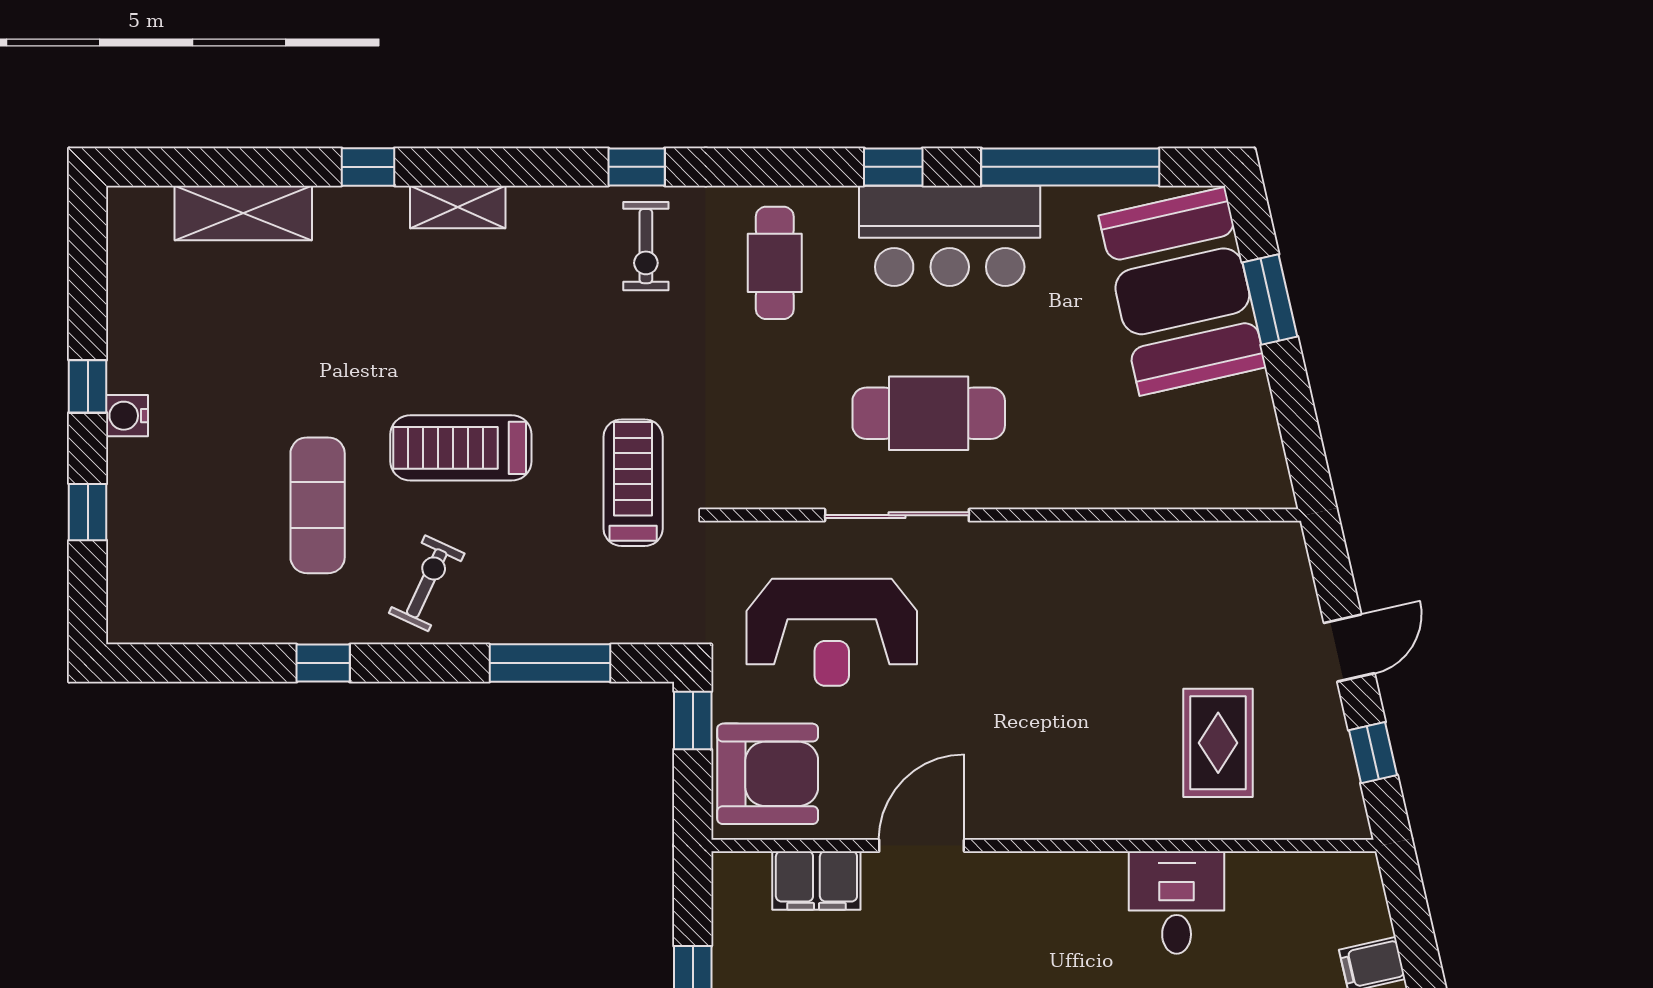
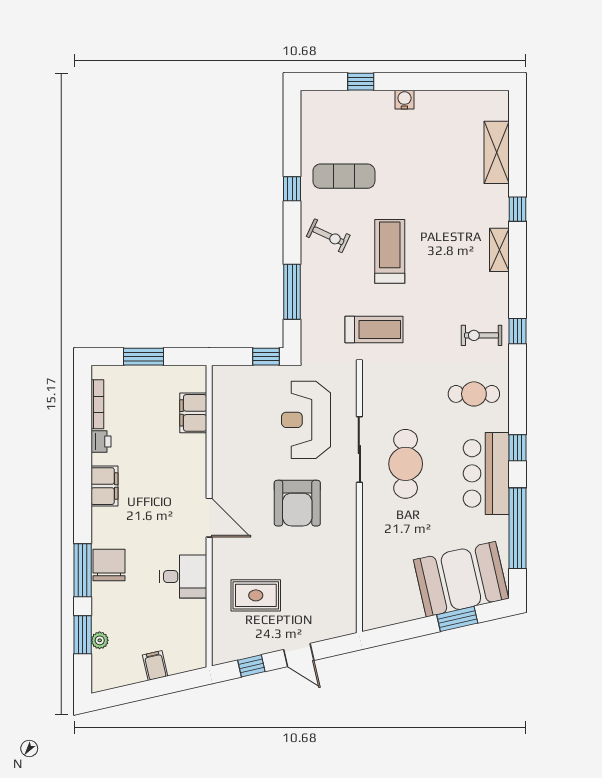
window: (88, 386) -> (418, 82), removed
exercise mat: (318, 505) -> (344, 176), moved
armchair: (768, 774) -> (297, 503), moved
door: (922, 846) -> (209, 518), moved

